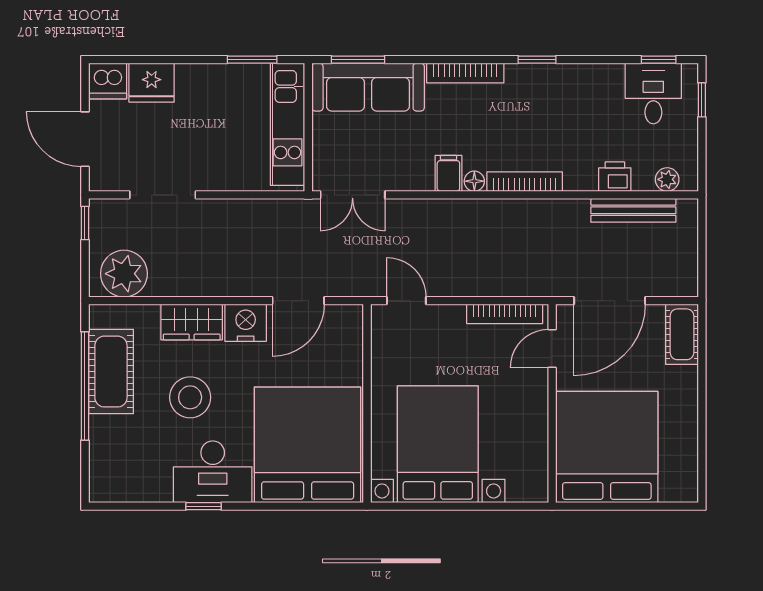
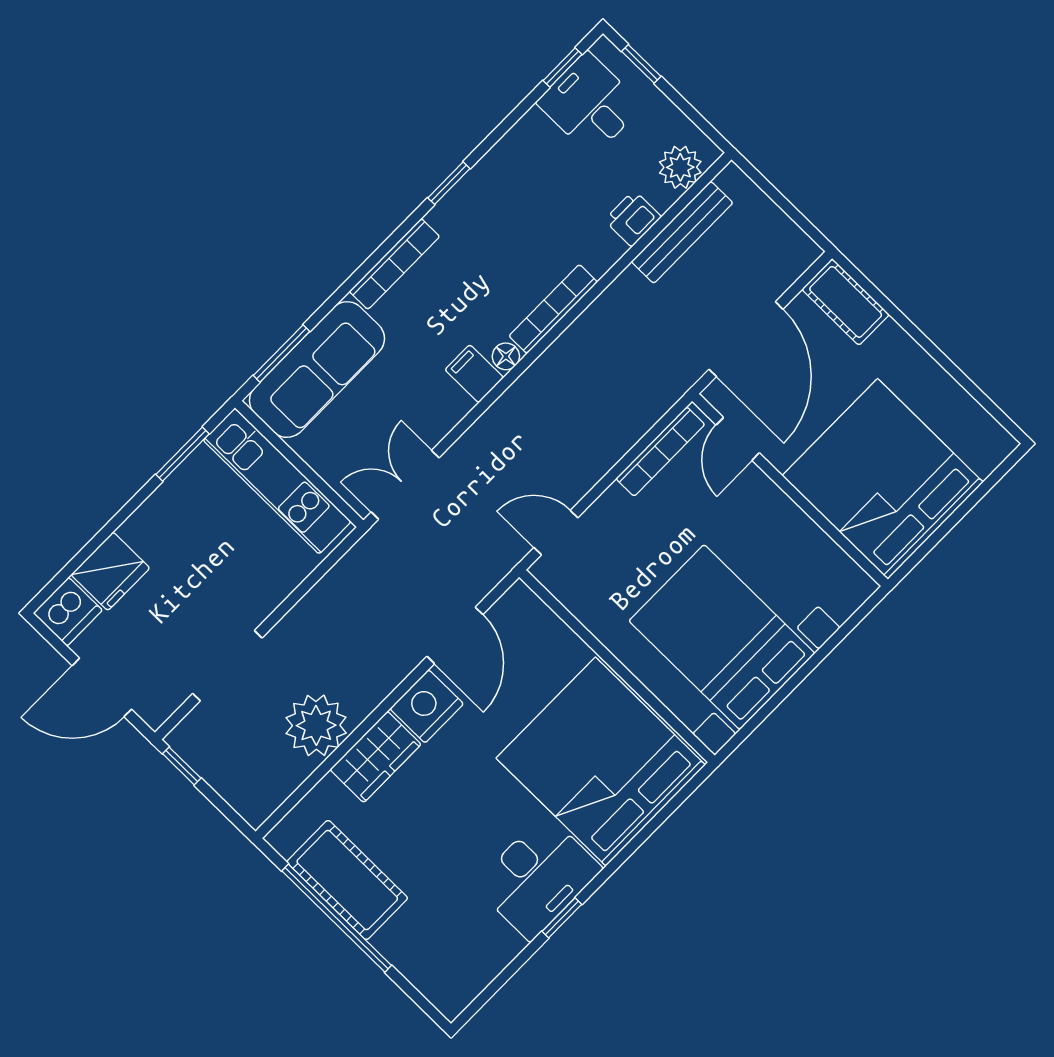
plant: (667, 179) -> (680, 167), width x1.38, depth x1.38
double door: (353, 195) -> (405, 485), swing flipped
plant: (124, 274) -> (316, 725), moved
stool: (190, 397) -> (446, 829), removed

